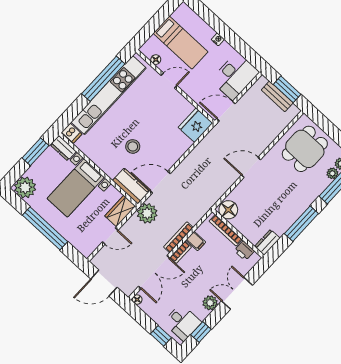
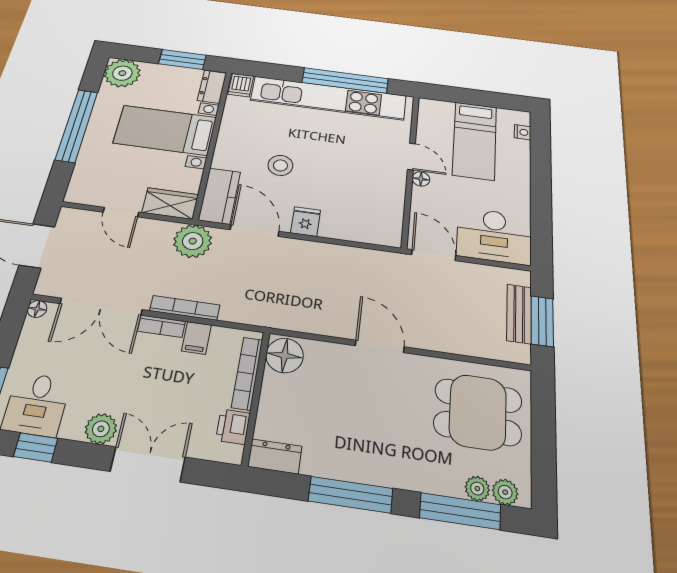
nightstand: (218, 39) -> (523, 132), moved
floor lamp: (156, 60) -> (421, 179), moved
fridge: (195, 125) -> (306, 222), moved, width x0.53, depth x0.75

